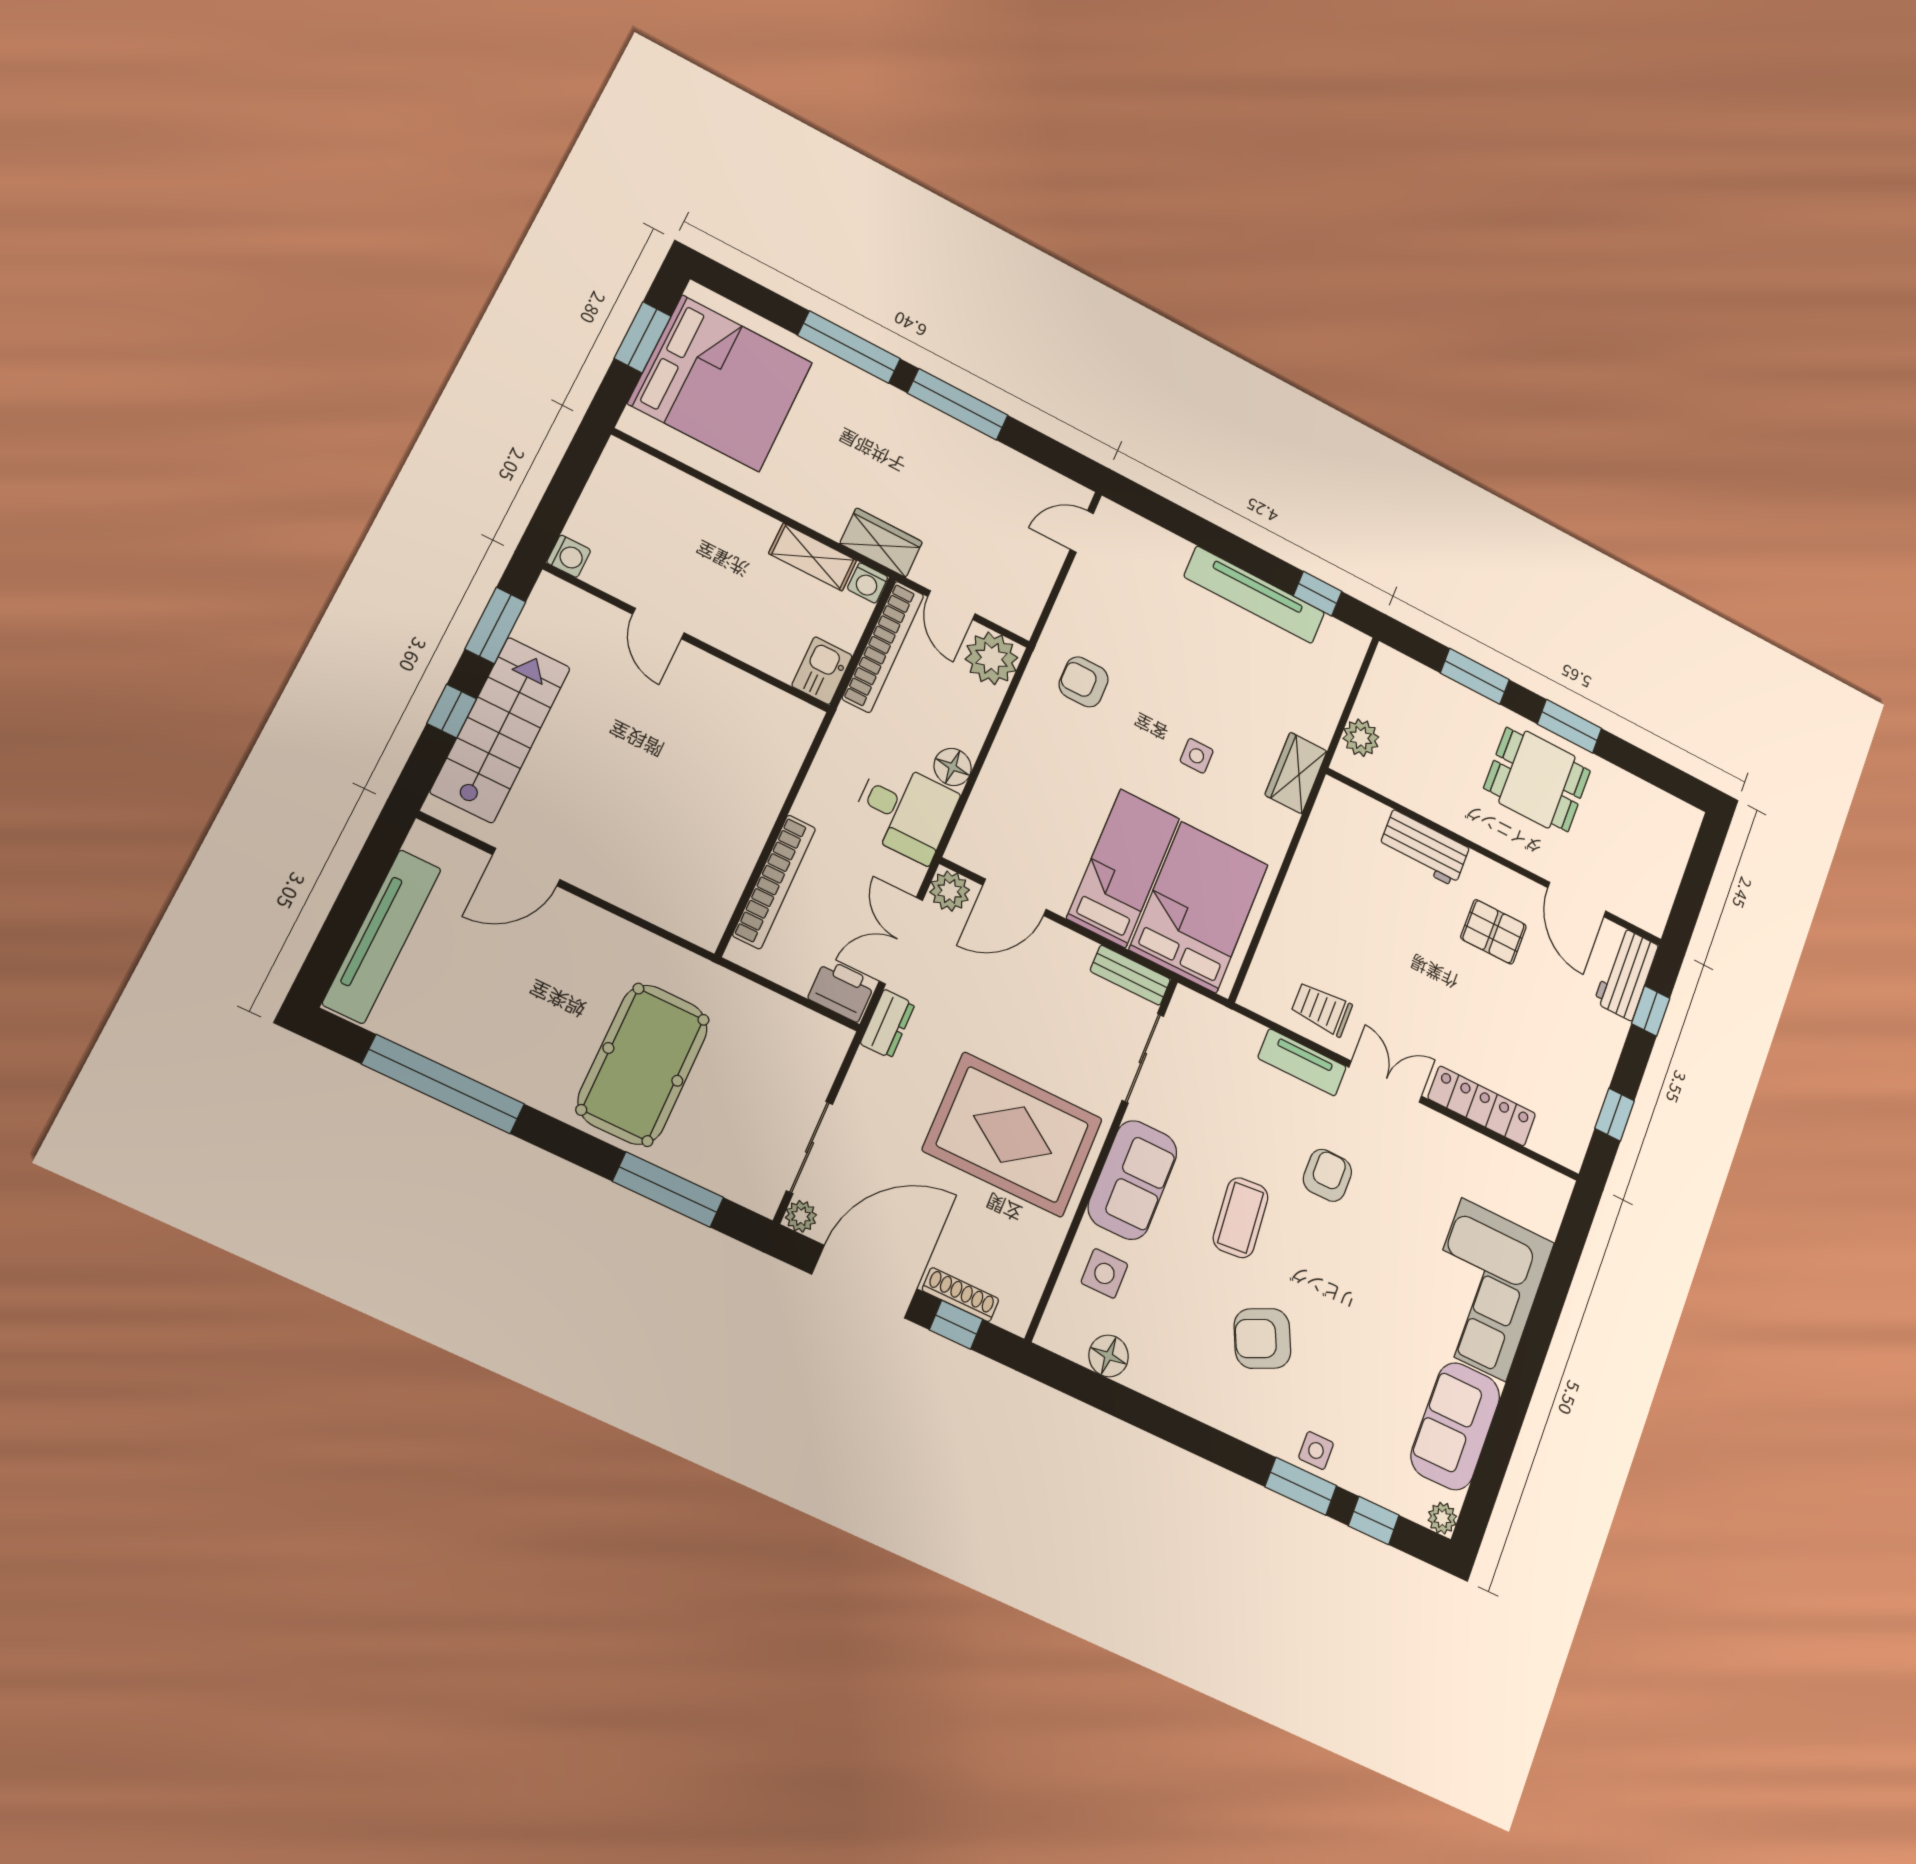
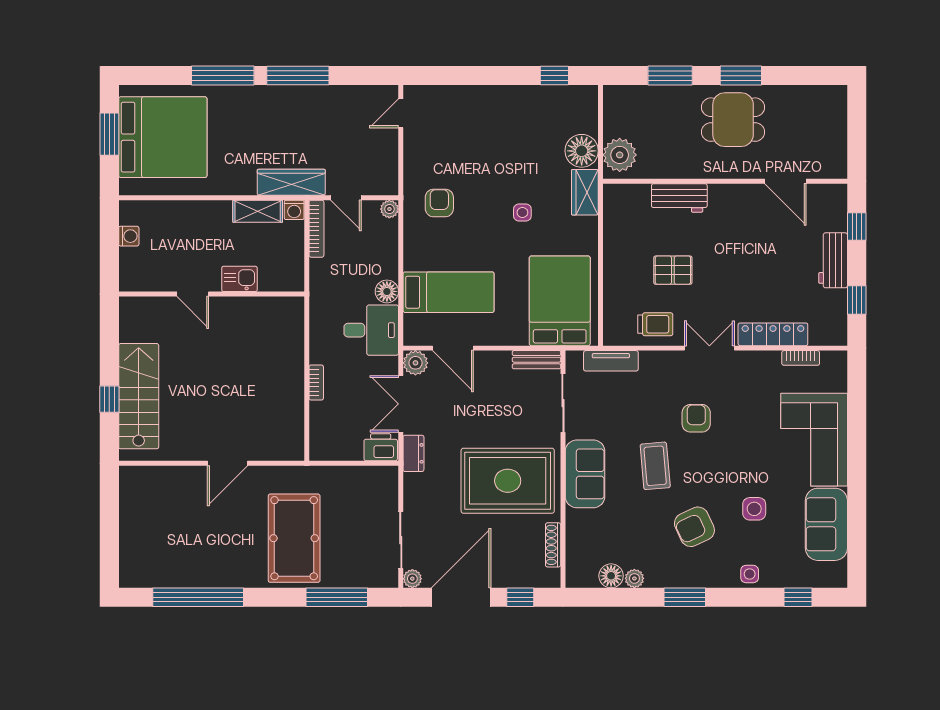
wardrobe: (881, 543) -> (291, 182), width x1.50
washing machine: (569, 556) -> (129, 236), moved
tv unit: (1254, 595) -> (517, 97), removed
window: (495, 625) -> (109, 341), removed
bookcase: (883, 647) -> (316, 229), width x0.68, depth x0.76
plant: (992, 658) -> (389, 209), width x0.53, depth x0.53
kitchen sink: (822, 671) -> (239, 279), moved, turned 90
armchair: (1084, 682) -> (439, 203), turned 90
floor lamp: (1314, 714) -> (582, 151), added
plant: (1361, 738) -> (620, 155), width x1.36, depth x1.36
door: (526, 867) -> (228, 463), moved
bed: (1123, 868) -> (449, 292), moved, turned 90
bookcase: (774, 882) -> (316, 383), width x0.43, depth x0.76
door: (1015, 897) -> (453, 348), hinge flipped
pallet: (1493, 932) -> (673, 270), moved
tv unit: (382, 936) -> (132, 536), removed
workbench: (1626, 974) -> (833, 260), moved
trolley: (1322, 1009) -> (655, 324), turned 180
tv unit: (1302, 1062) -> (611, 361), moved
bookcase: (1508, 1159) -> (801, 358), added
side table: (1104, 1273) -> (754, 509), moved
shoe rack: (960, 1295) -> (553, 545), moved, turned -90
window: (1301, 1486) -> (685, 597), moved
plant: (1442, 1518) -> (634, 578), moved

